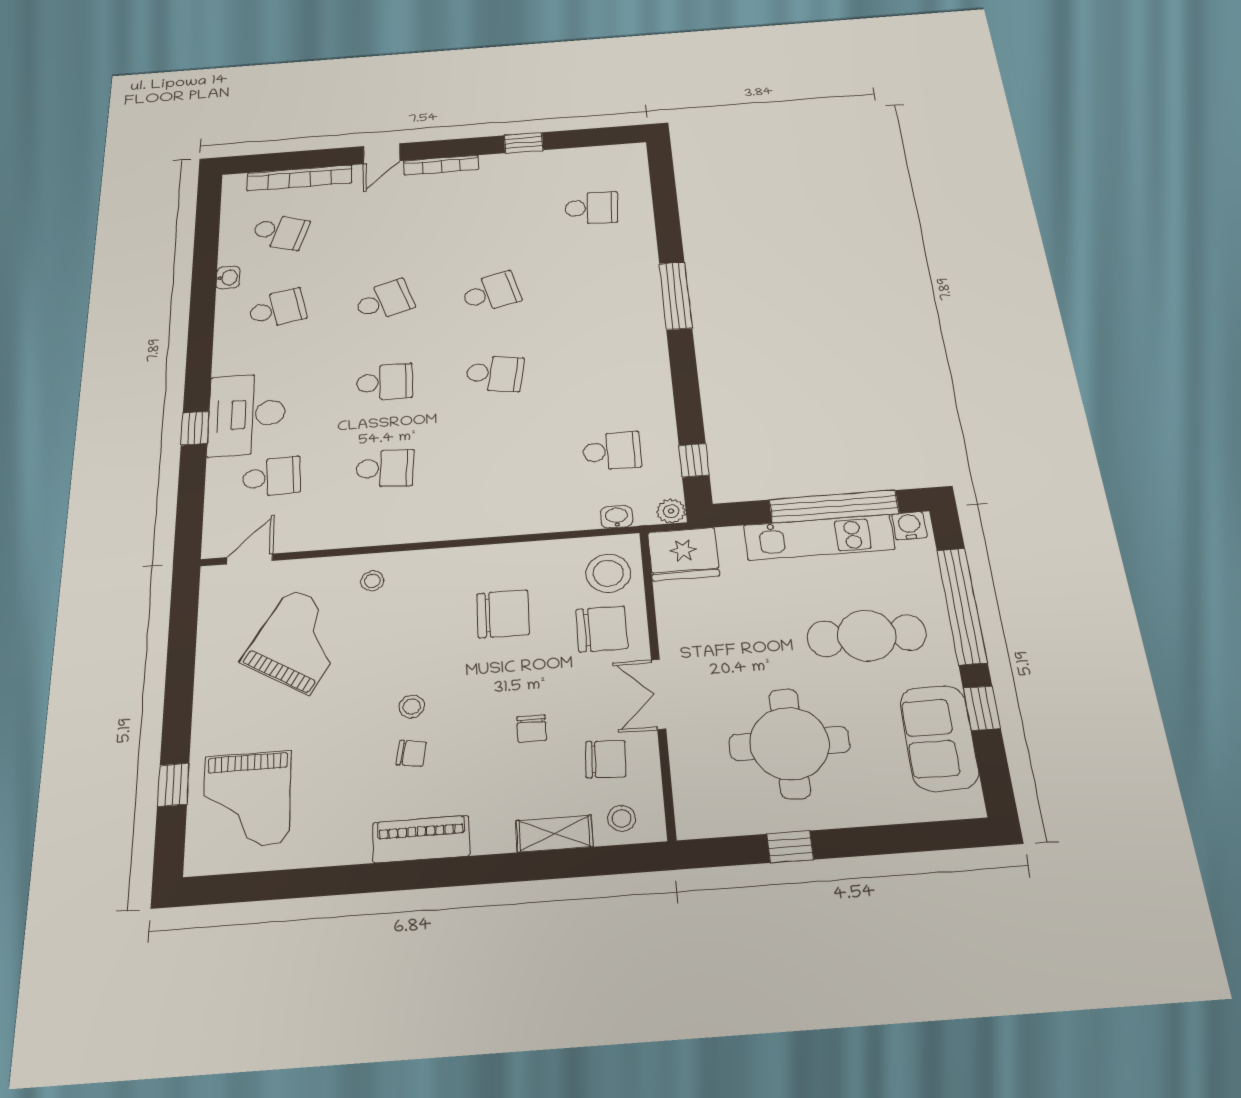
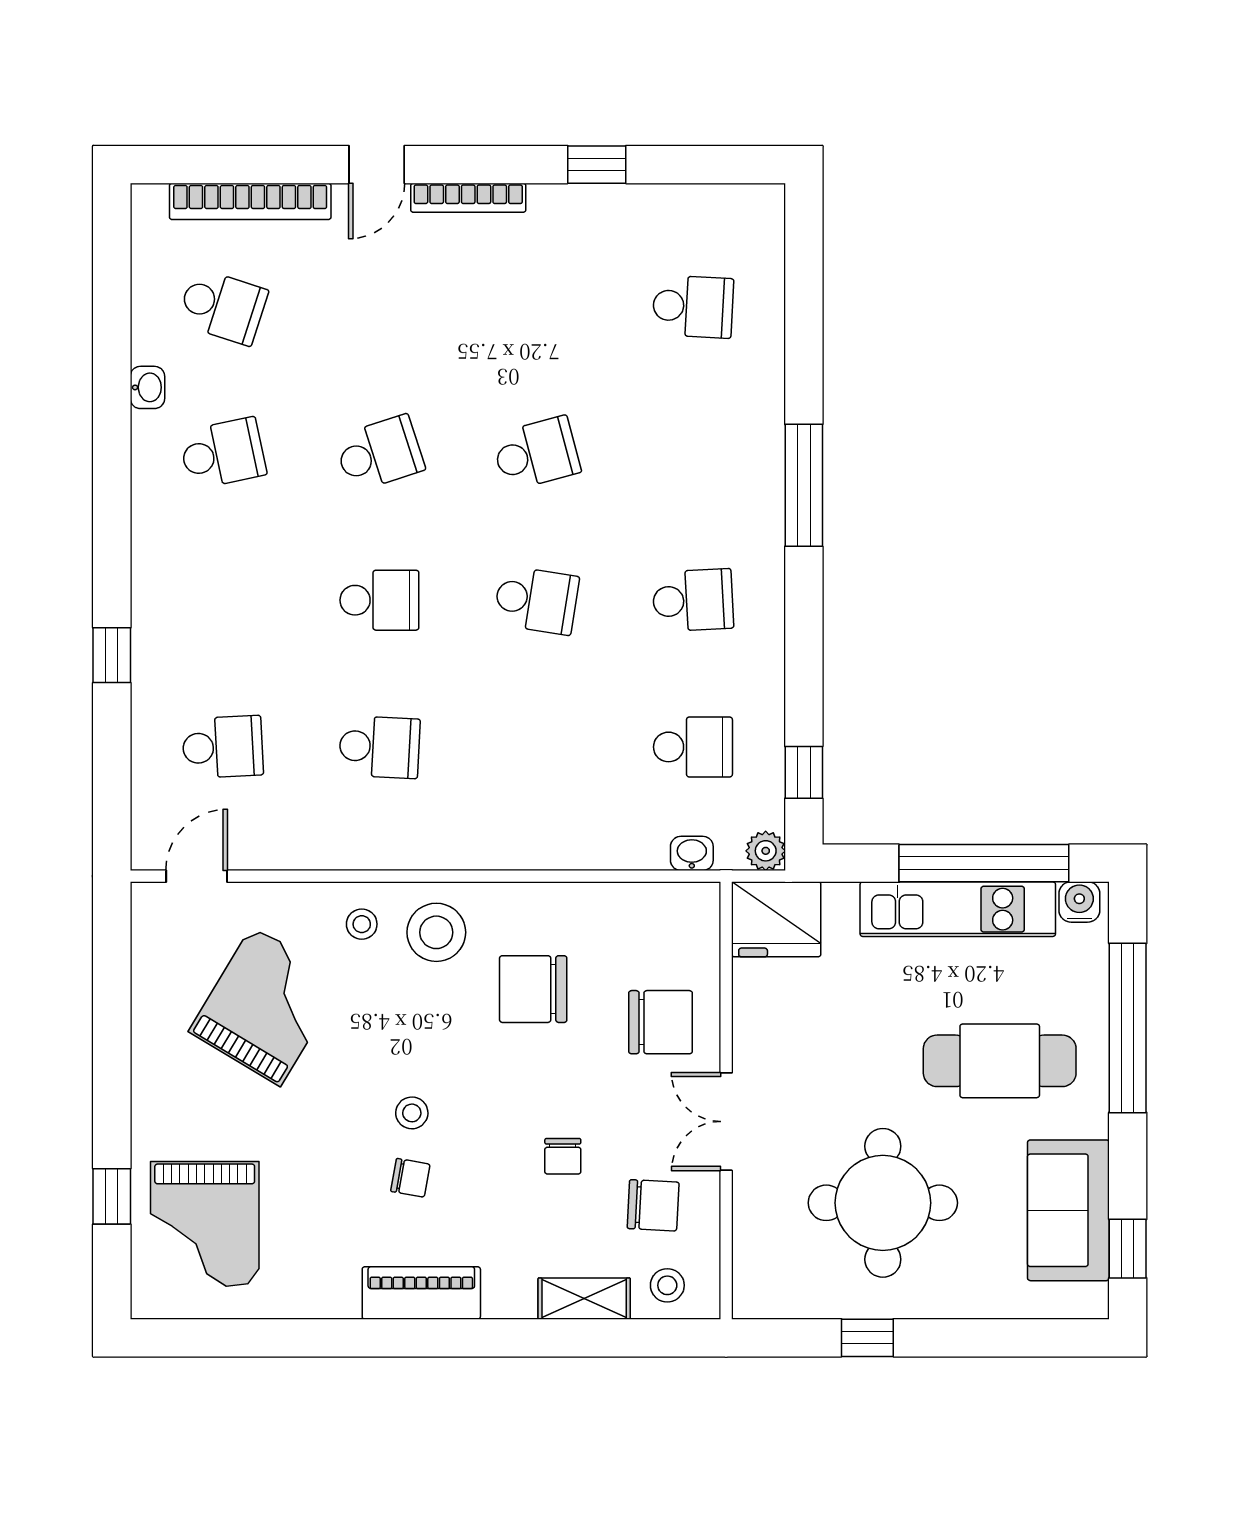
school desk: (605, 365) -> (693, 600), added
desk: (247, 414) -> (184, 638), removed
stool: (608, 573) -> (436, 932), moved
chair: (503, 614) -> (533, 989), turned 180
window: (982, 708) -> (1128, 1249), moved

